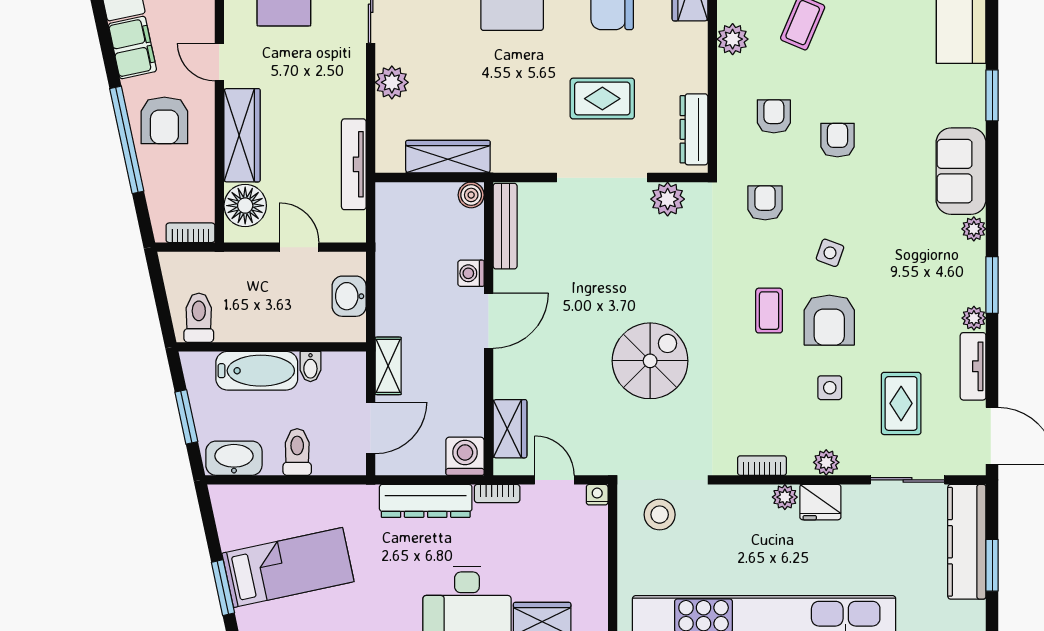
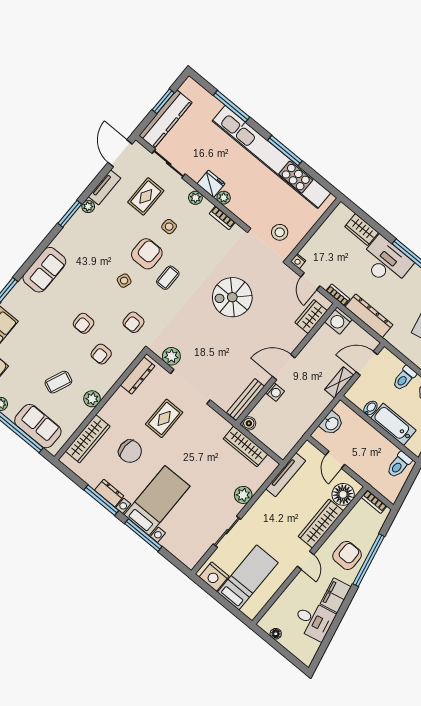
rug: (602, 99) -> (164, 418), turned 90
plant: (974, 229) -> (58, 242), removed

